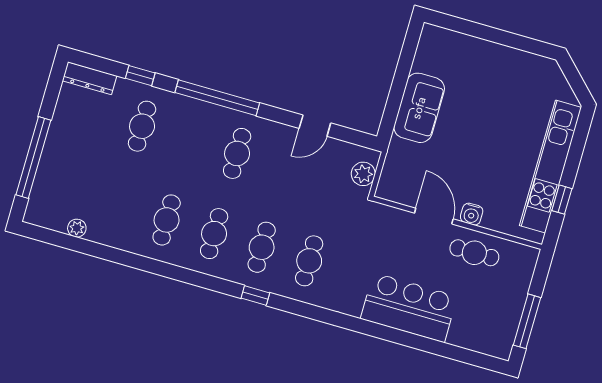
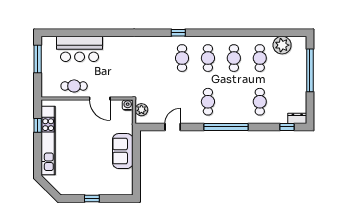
window: (501, 37) -> (92, 198), added
window: (140, 76) -> (287, 127), moved
dresser: (89, 78) -> (297, 118), width x0.70
water cooler: (472, 214) -> (128, 105), moved
plant: (77, 228) -> (282, 45), width x1.87, depth x1.87
cafe table: (309, 261) -> (260, 58), moved
bar counter: (409, 308) -> (80, 49), moved

